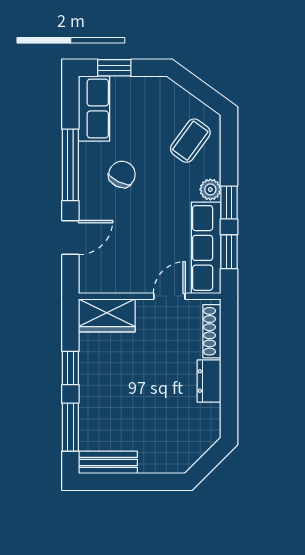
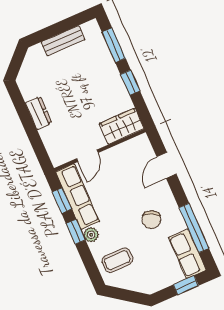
coffee table: (190, 141) -> (117, 260), turned 54
window: (70, 165) -> (194, 228), moved
shoe rack: (212, 331) -> (51, 145), removed
bench: (108, 462) -> (63, 41), moved

